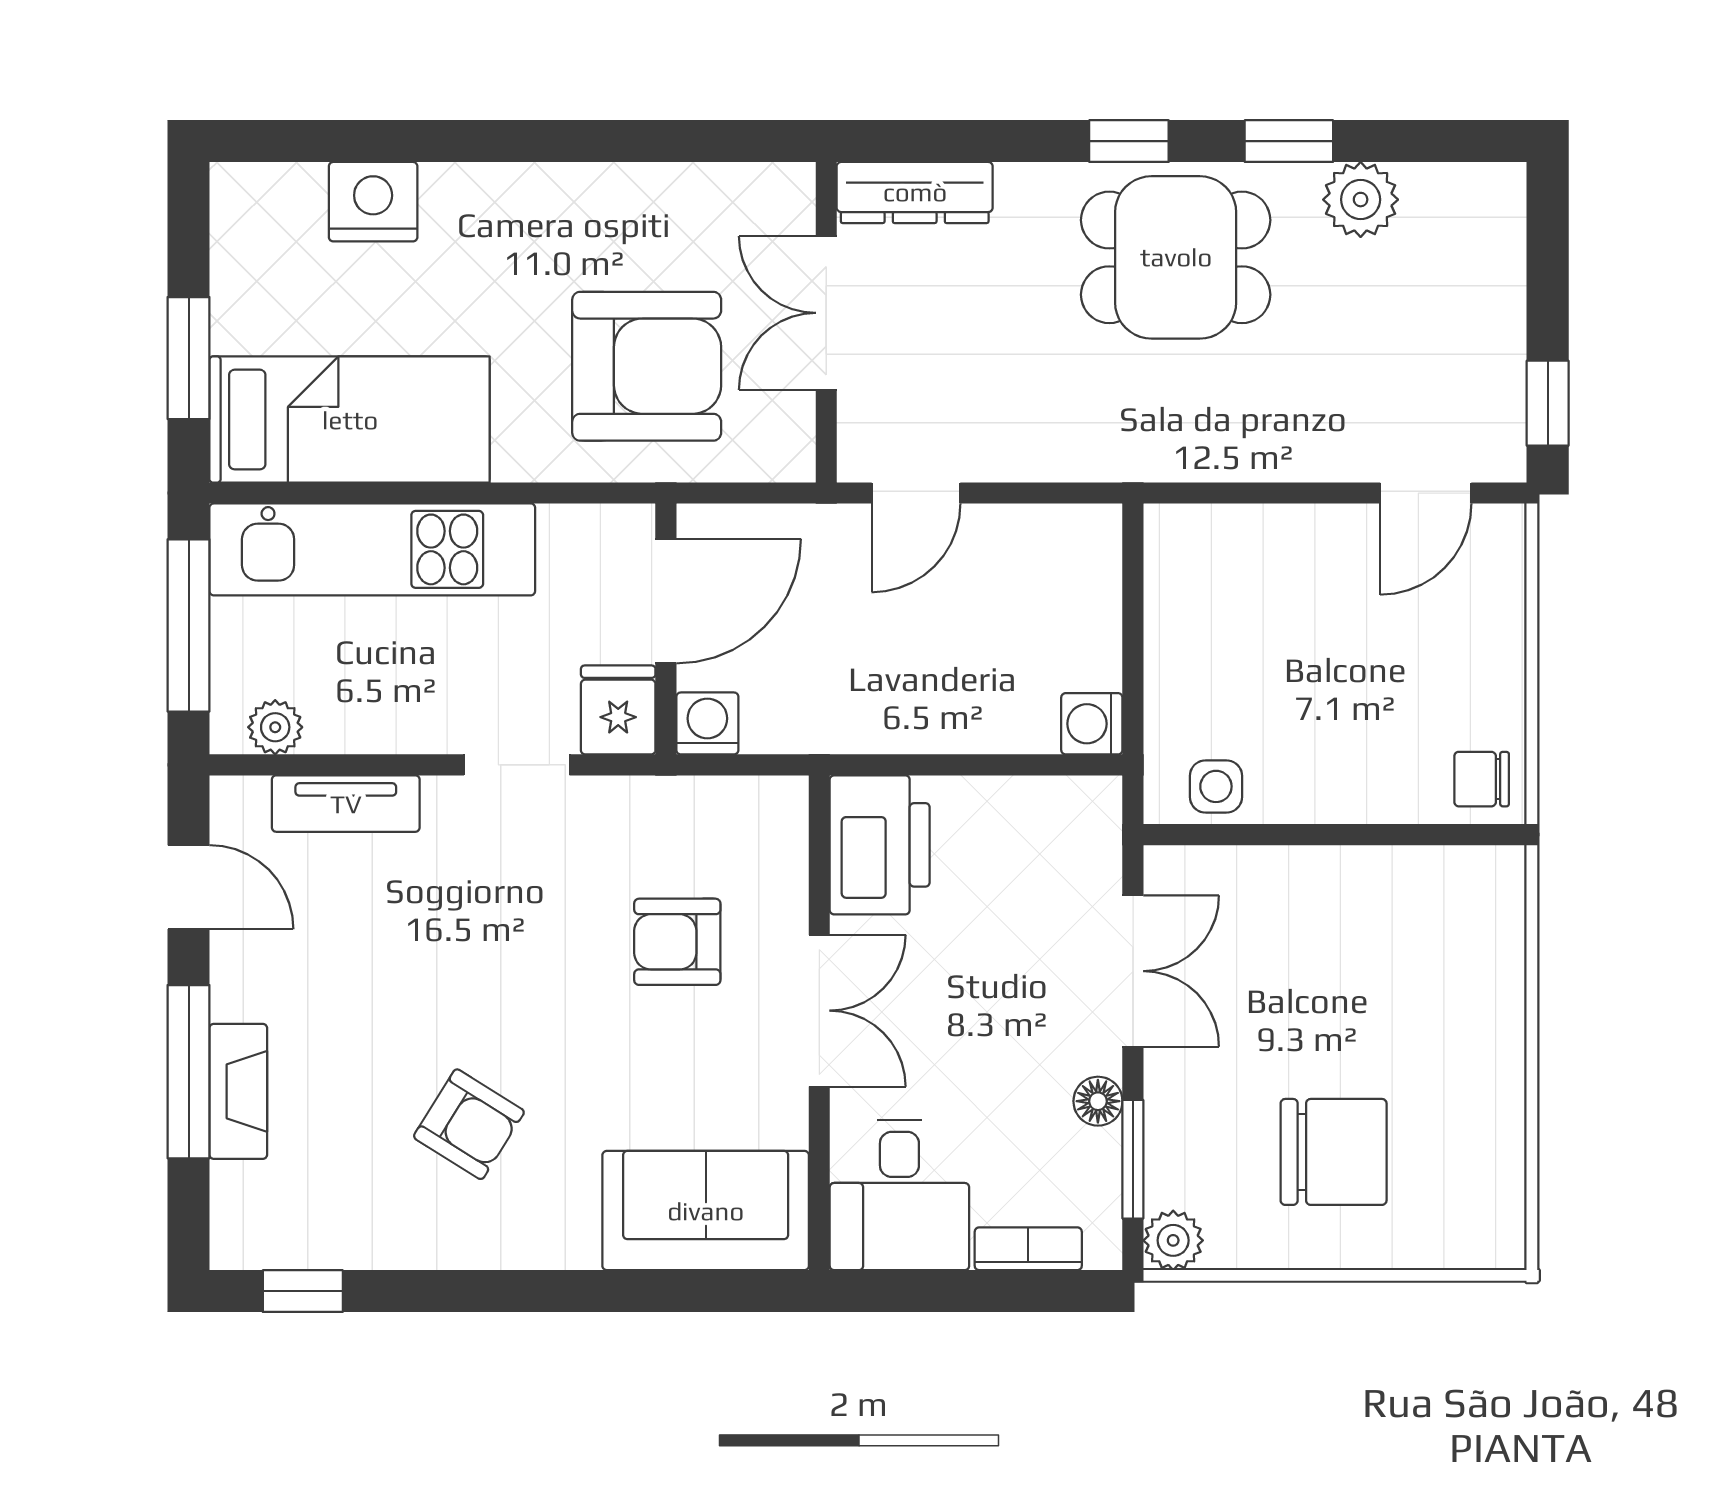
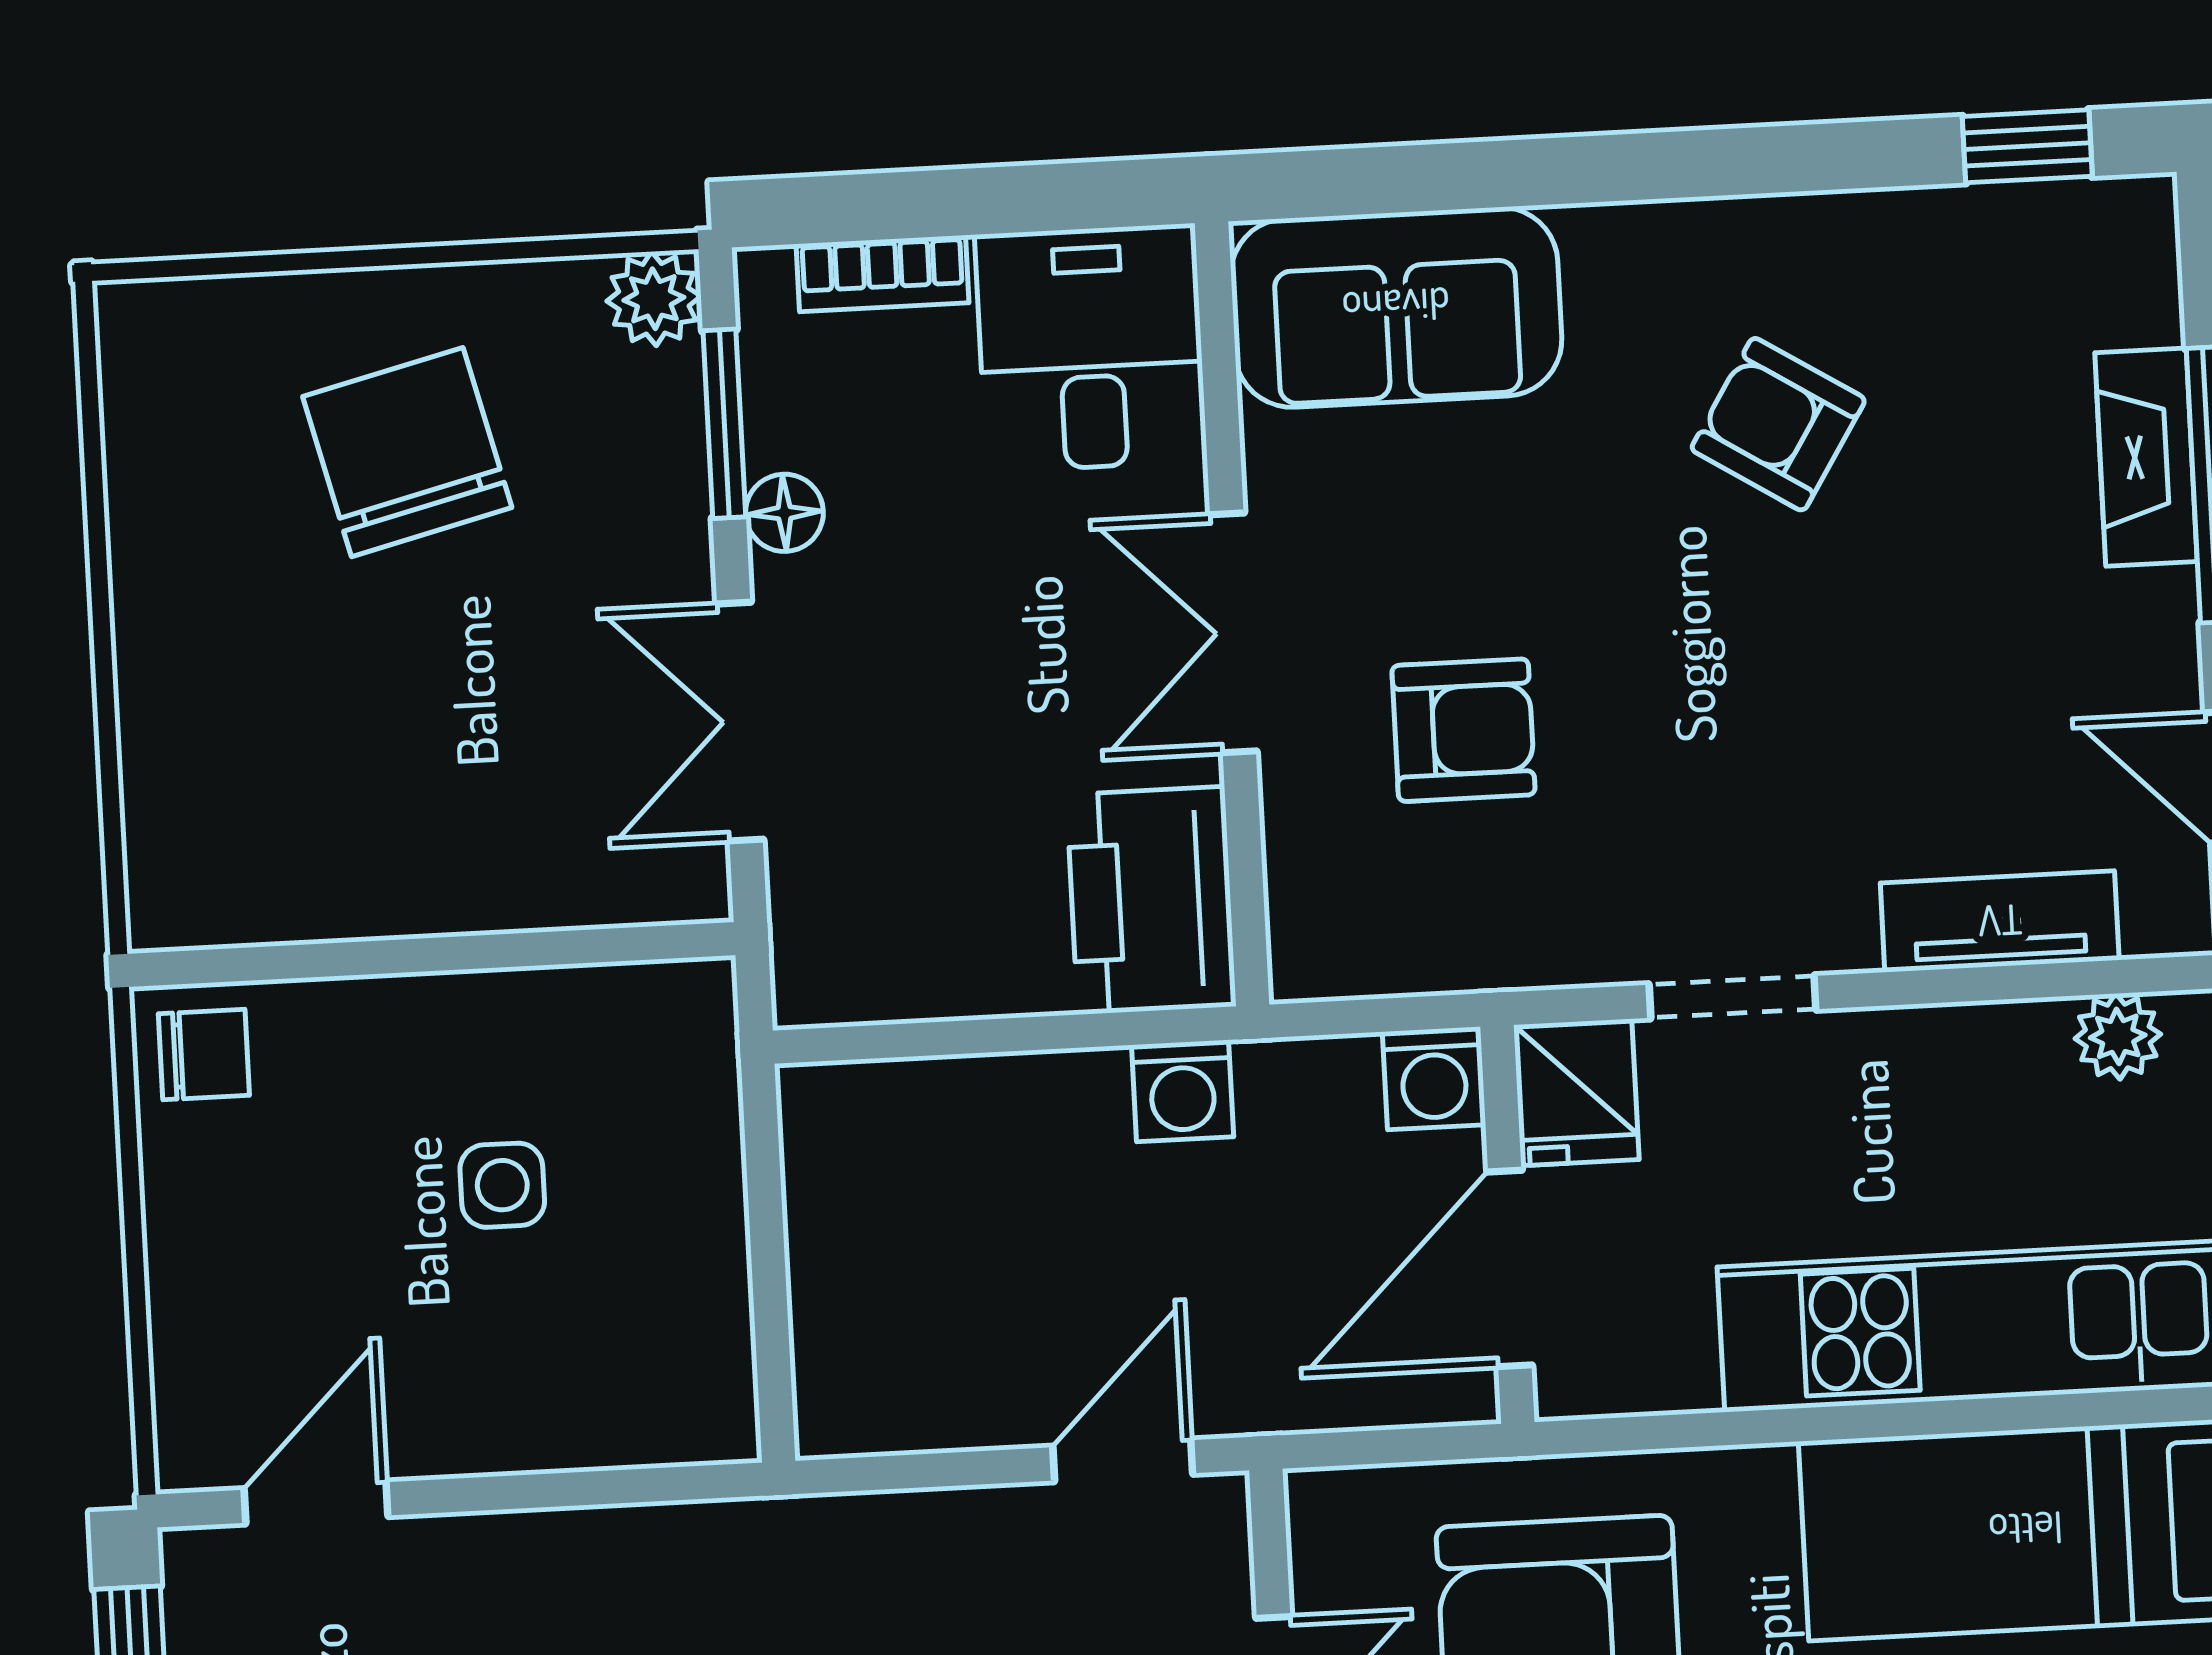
washing machine: (1092, 724) -> (1183, 1091), moved, turned 90
side table: (1216, 786) -> (502, 1185), moved
chair: (1334, 1152) -> (407, 452), turned 76

